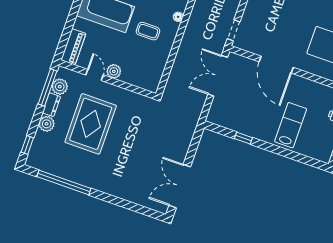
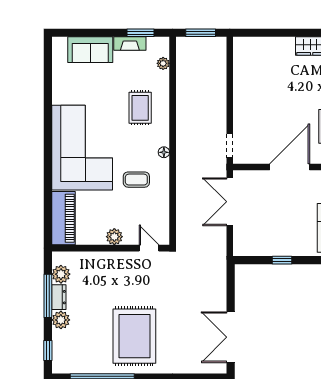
piano: (73, 47) -> (63, 218), width x1.37, depth x1.33
door: (276, 65) -> (290, 167), swing flipped
door: (94, 75) -> (149, 248), moved
window: (47, 88) -> (48, 296), moved
rug: (91, 124) -> (134, 336), moved

